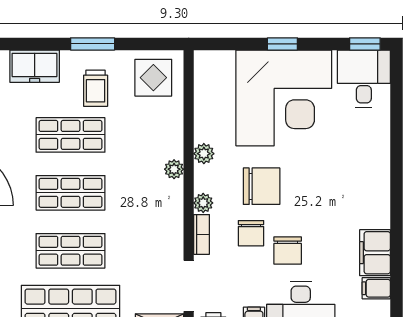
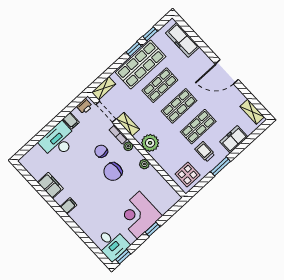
corner desk: (284, 98) -> (138, 215), width x0.74, depth x0.74
plant: (174, 169) -> (150, 143), width x1.88, depth x1.88
shelving: (173, 237) -> (128, 124), added
chair: (288, 251) -> (82, 157), removed
filing cabinet: (376, 288) -> (68, 206), moved

